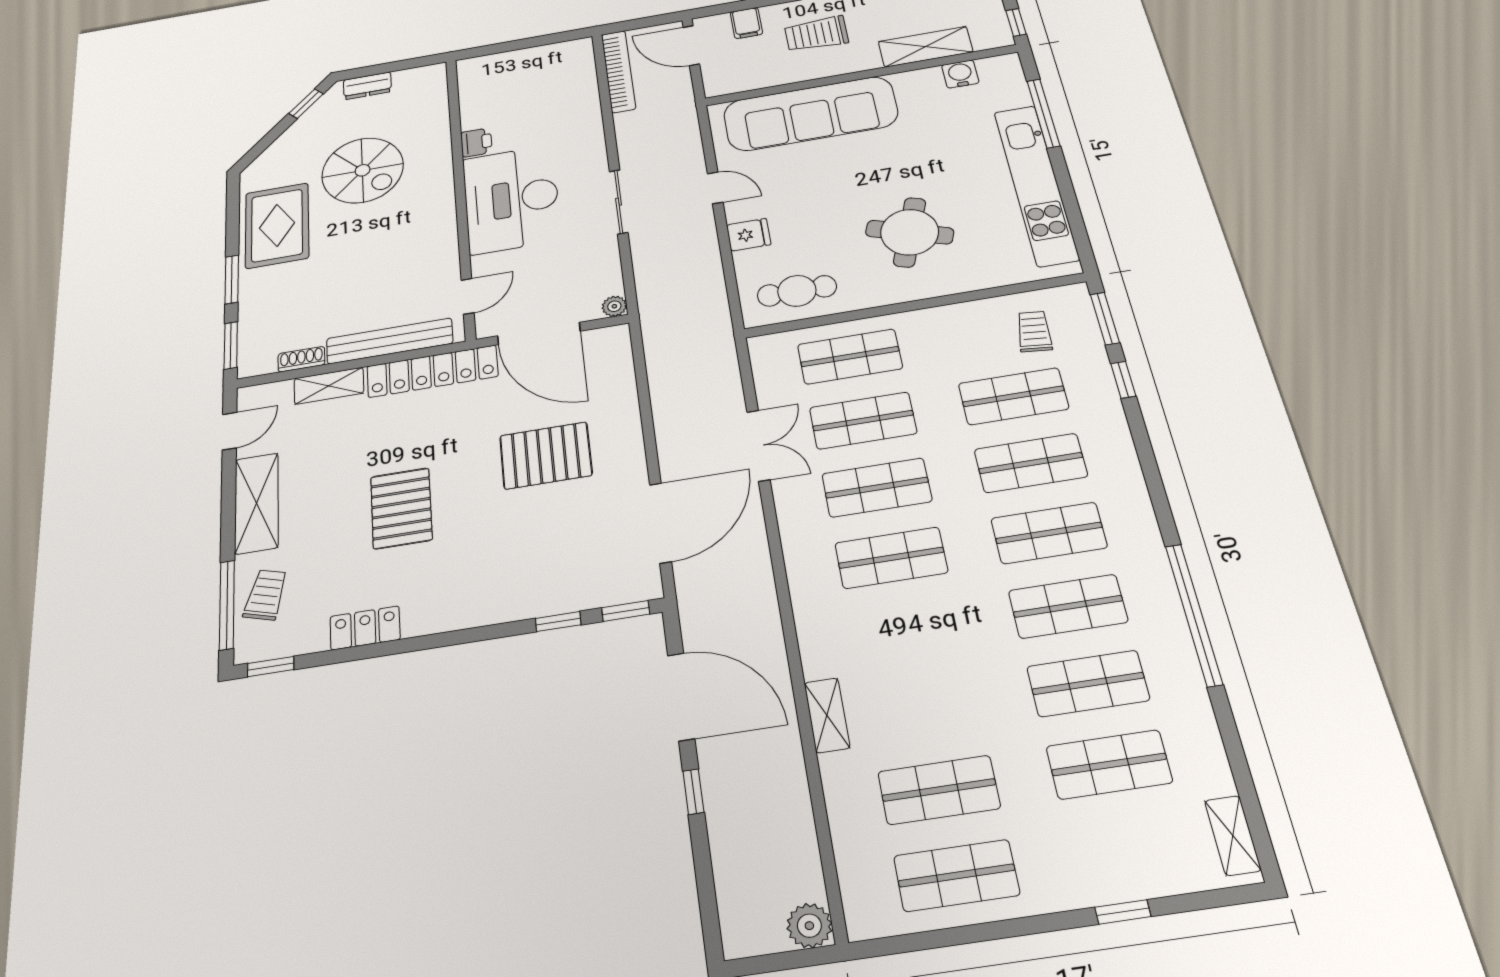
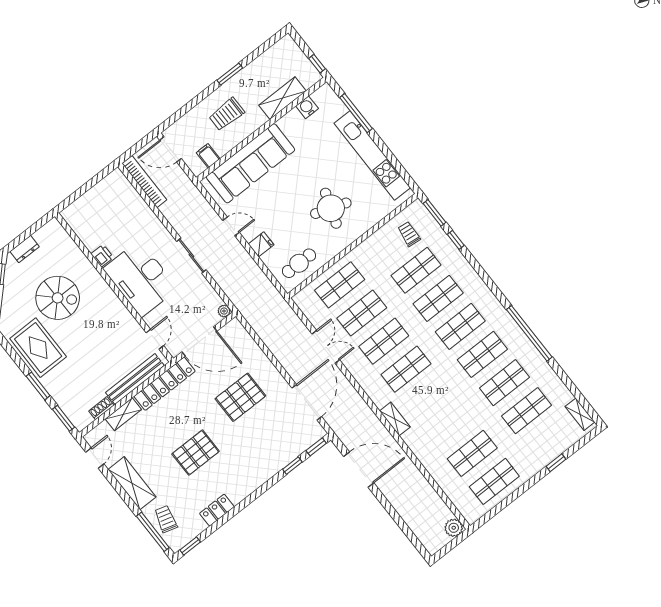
filing cabinet: (746, 23) -> (208, 156), moved, turned 180
pallet: (401, 508) -> (196, 453), turned 90
shelving: (827, 715) -> (395, 419), moved
window: (693, 792) -> (385, 503), removed

